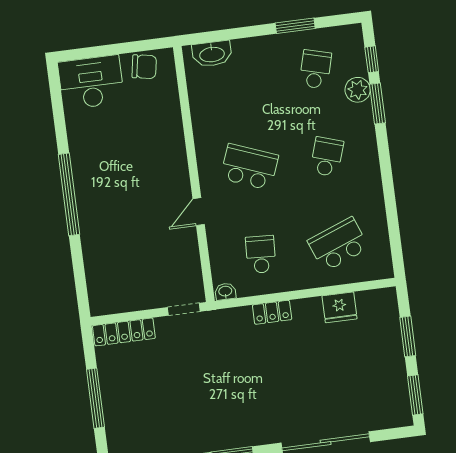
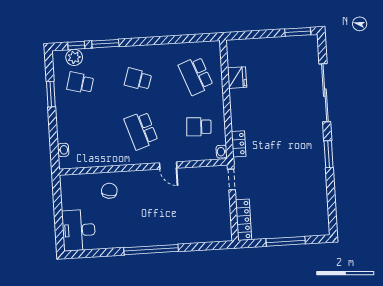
washbasin: (212, 54) -> (63, 150), width x0.52, depth x0.69
chair: (144, 67) -> (109, 191), moved
plant: (358, 90) -> (74, 57), moved
school desk: (249, 167) -> (141, 130), turned -39
locker: (272, 312) -> (239, 144), moved
window: (408, 336) -> (259, 34), removed

